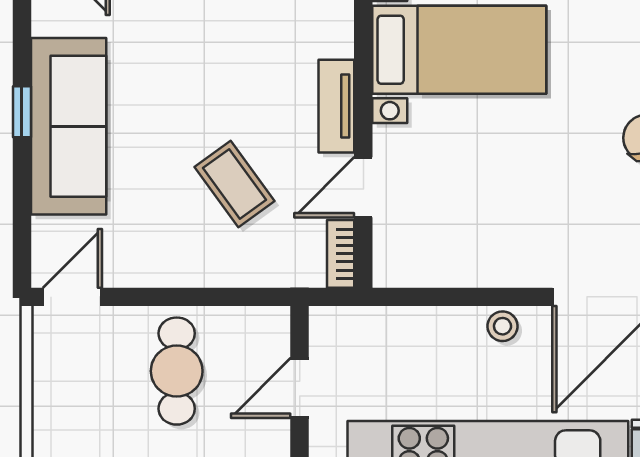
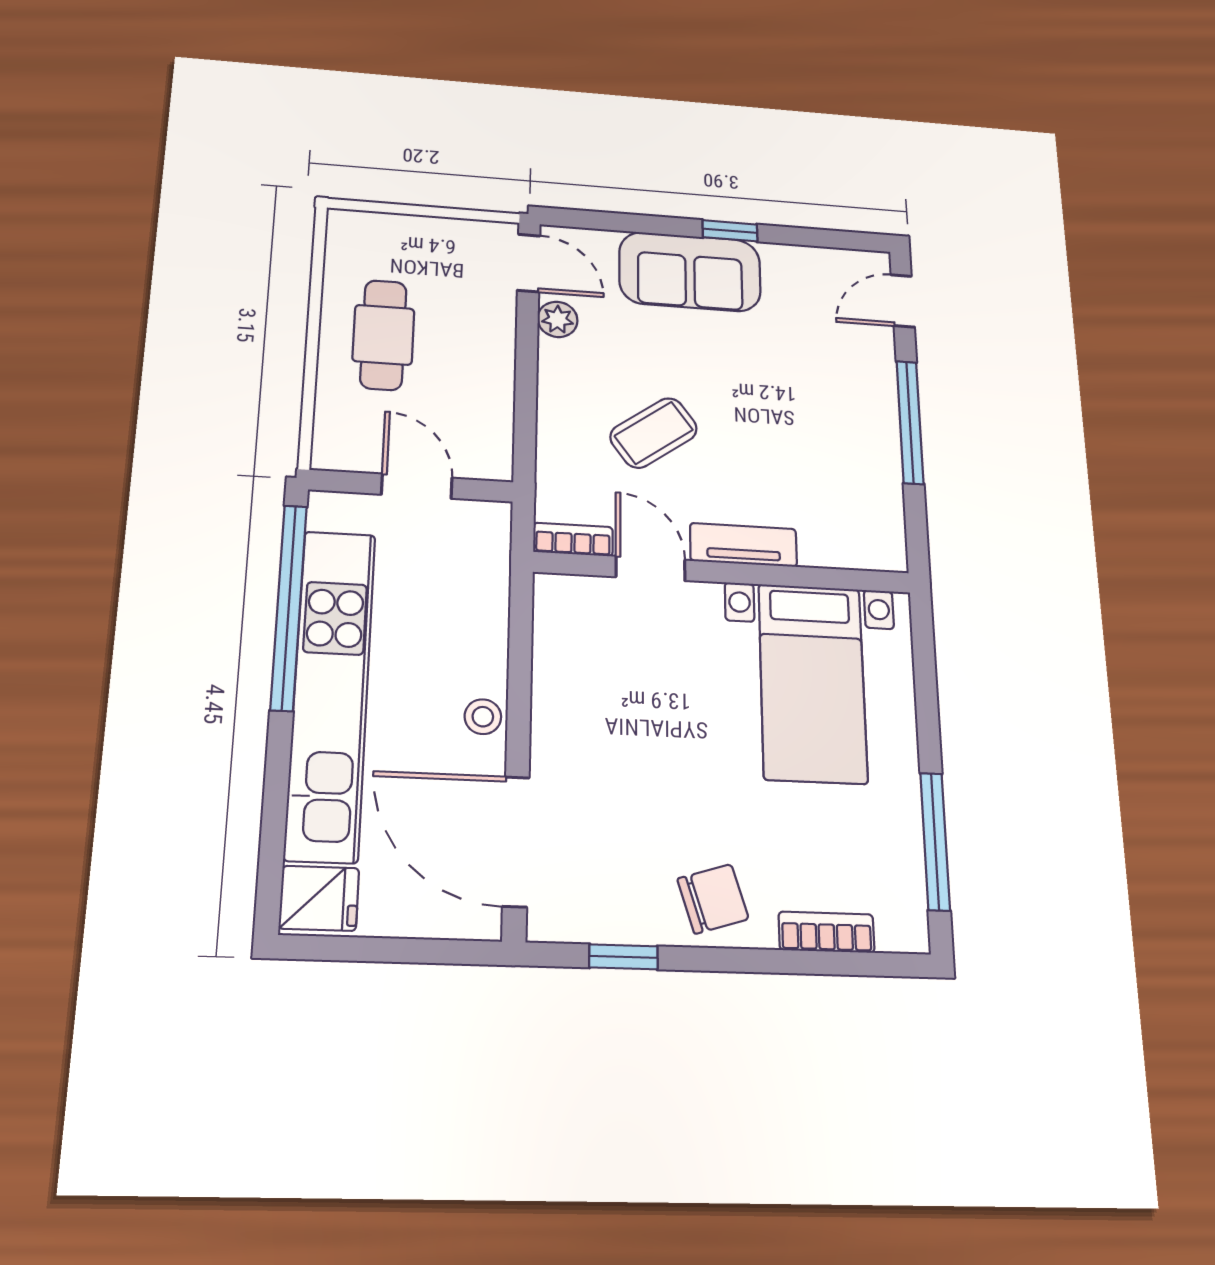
sofa: (69, 126) -> (690, 272), width x0.73
plant: (128, 270) -> (558, 319), added
cafe table: (177, 371) -> (383, 335), moved, turned 90

